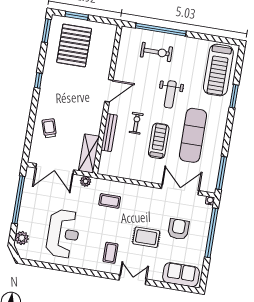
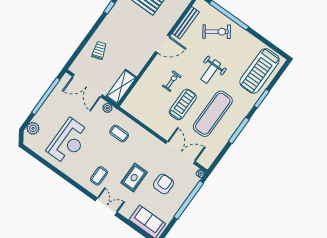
exercise bike: (156, 52) -> (217, 32), turned -35
bench: (109, 133) -> (186, 23), moved
window: (221, 173) -> (239, 130), moved
rug: (146, 237) -> (134, 178), turned 90

